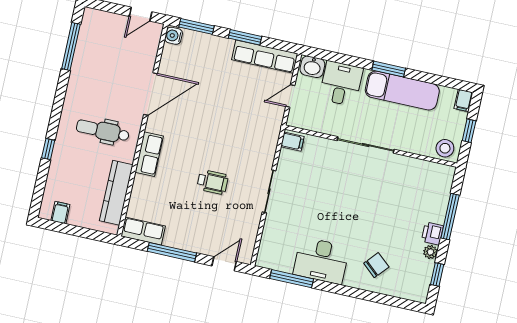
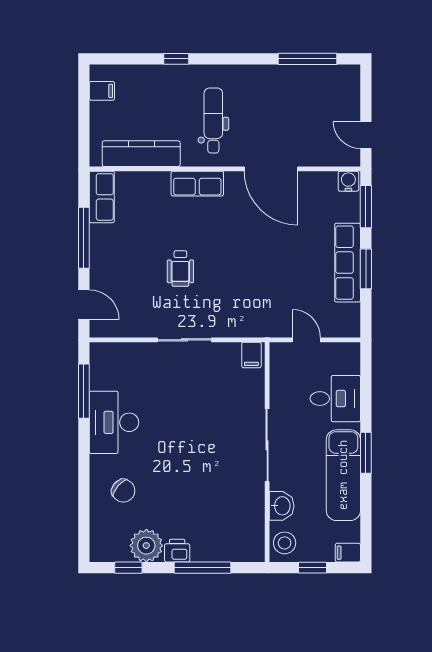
row of seats: (265, 57) -> (348, 263), moved
washbasin: (312, 67) -> (282, 506), moved, turned 180
plant: (430, 252) -> (146, 546), width x1.88, depth x1.88

